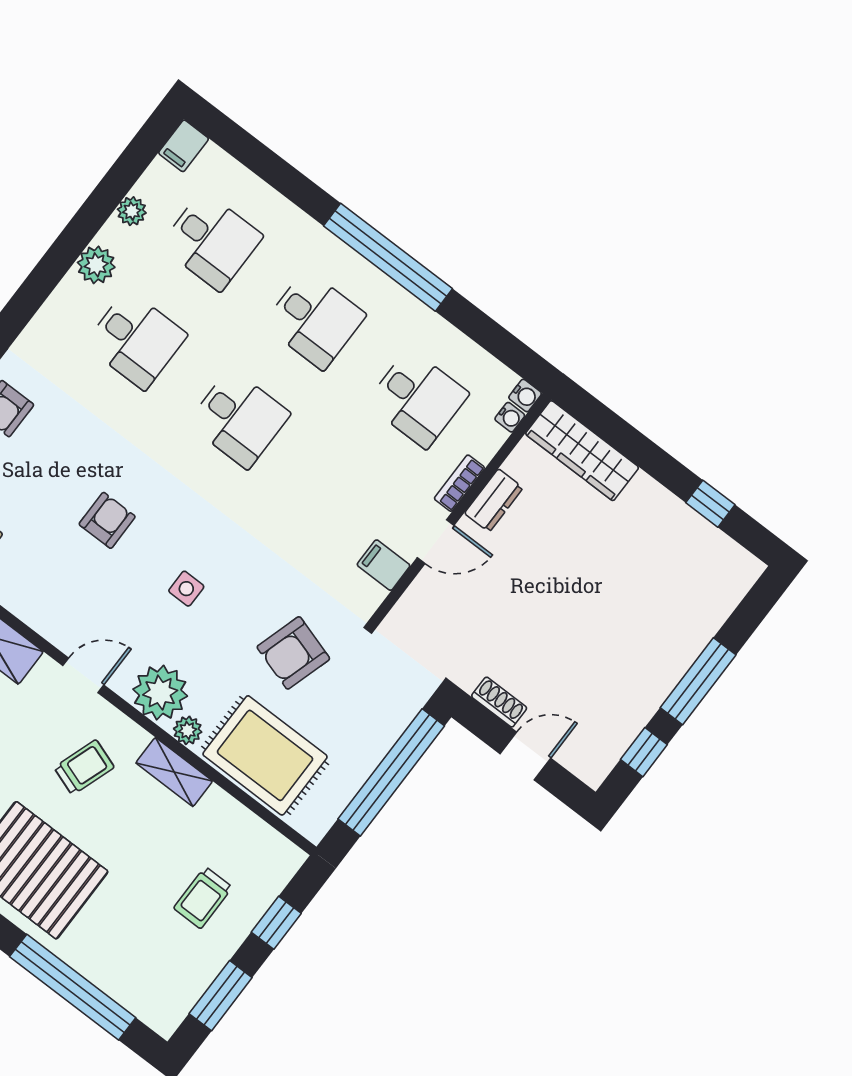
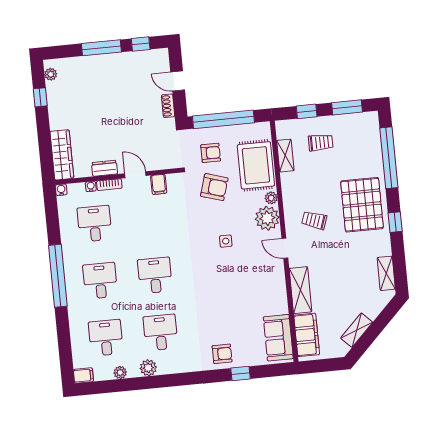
water cooler: (510, 417) -> (91, 186), moved
armchair: (107, 520) -> (211, 153), moved, turned 180
plant: (732, 556) -> (51, 74), added
shelving: (174, 772) -> (285, 156), moved

